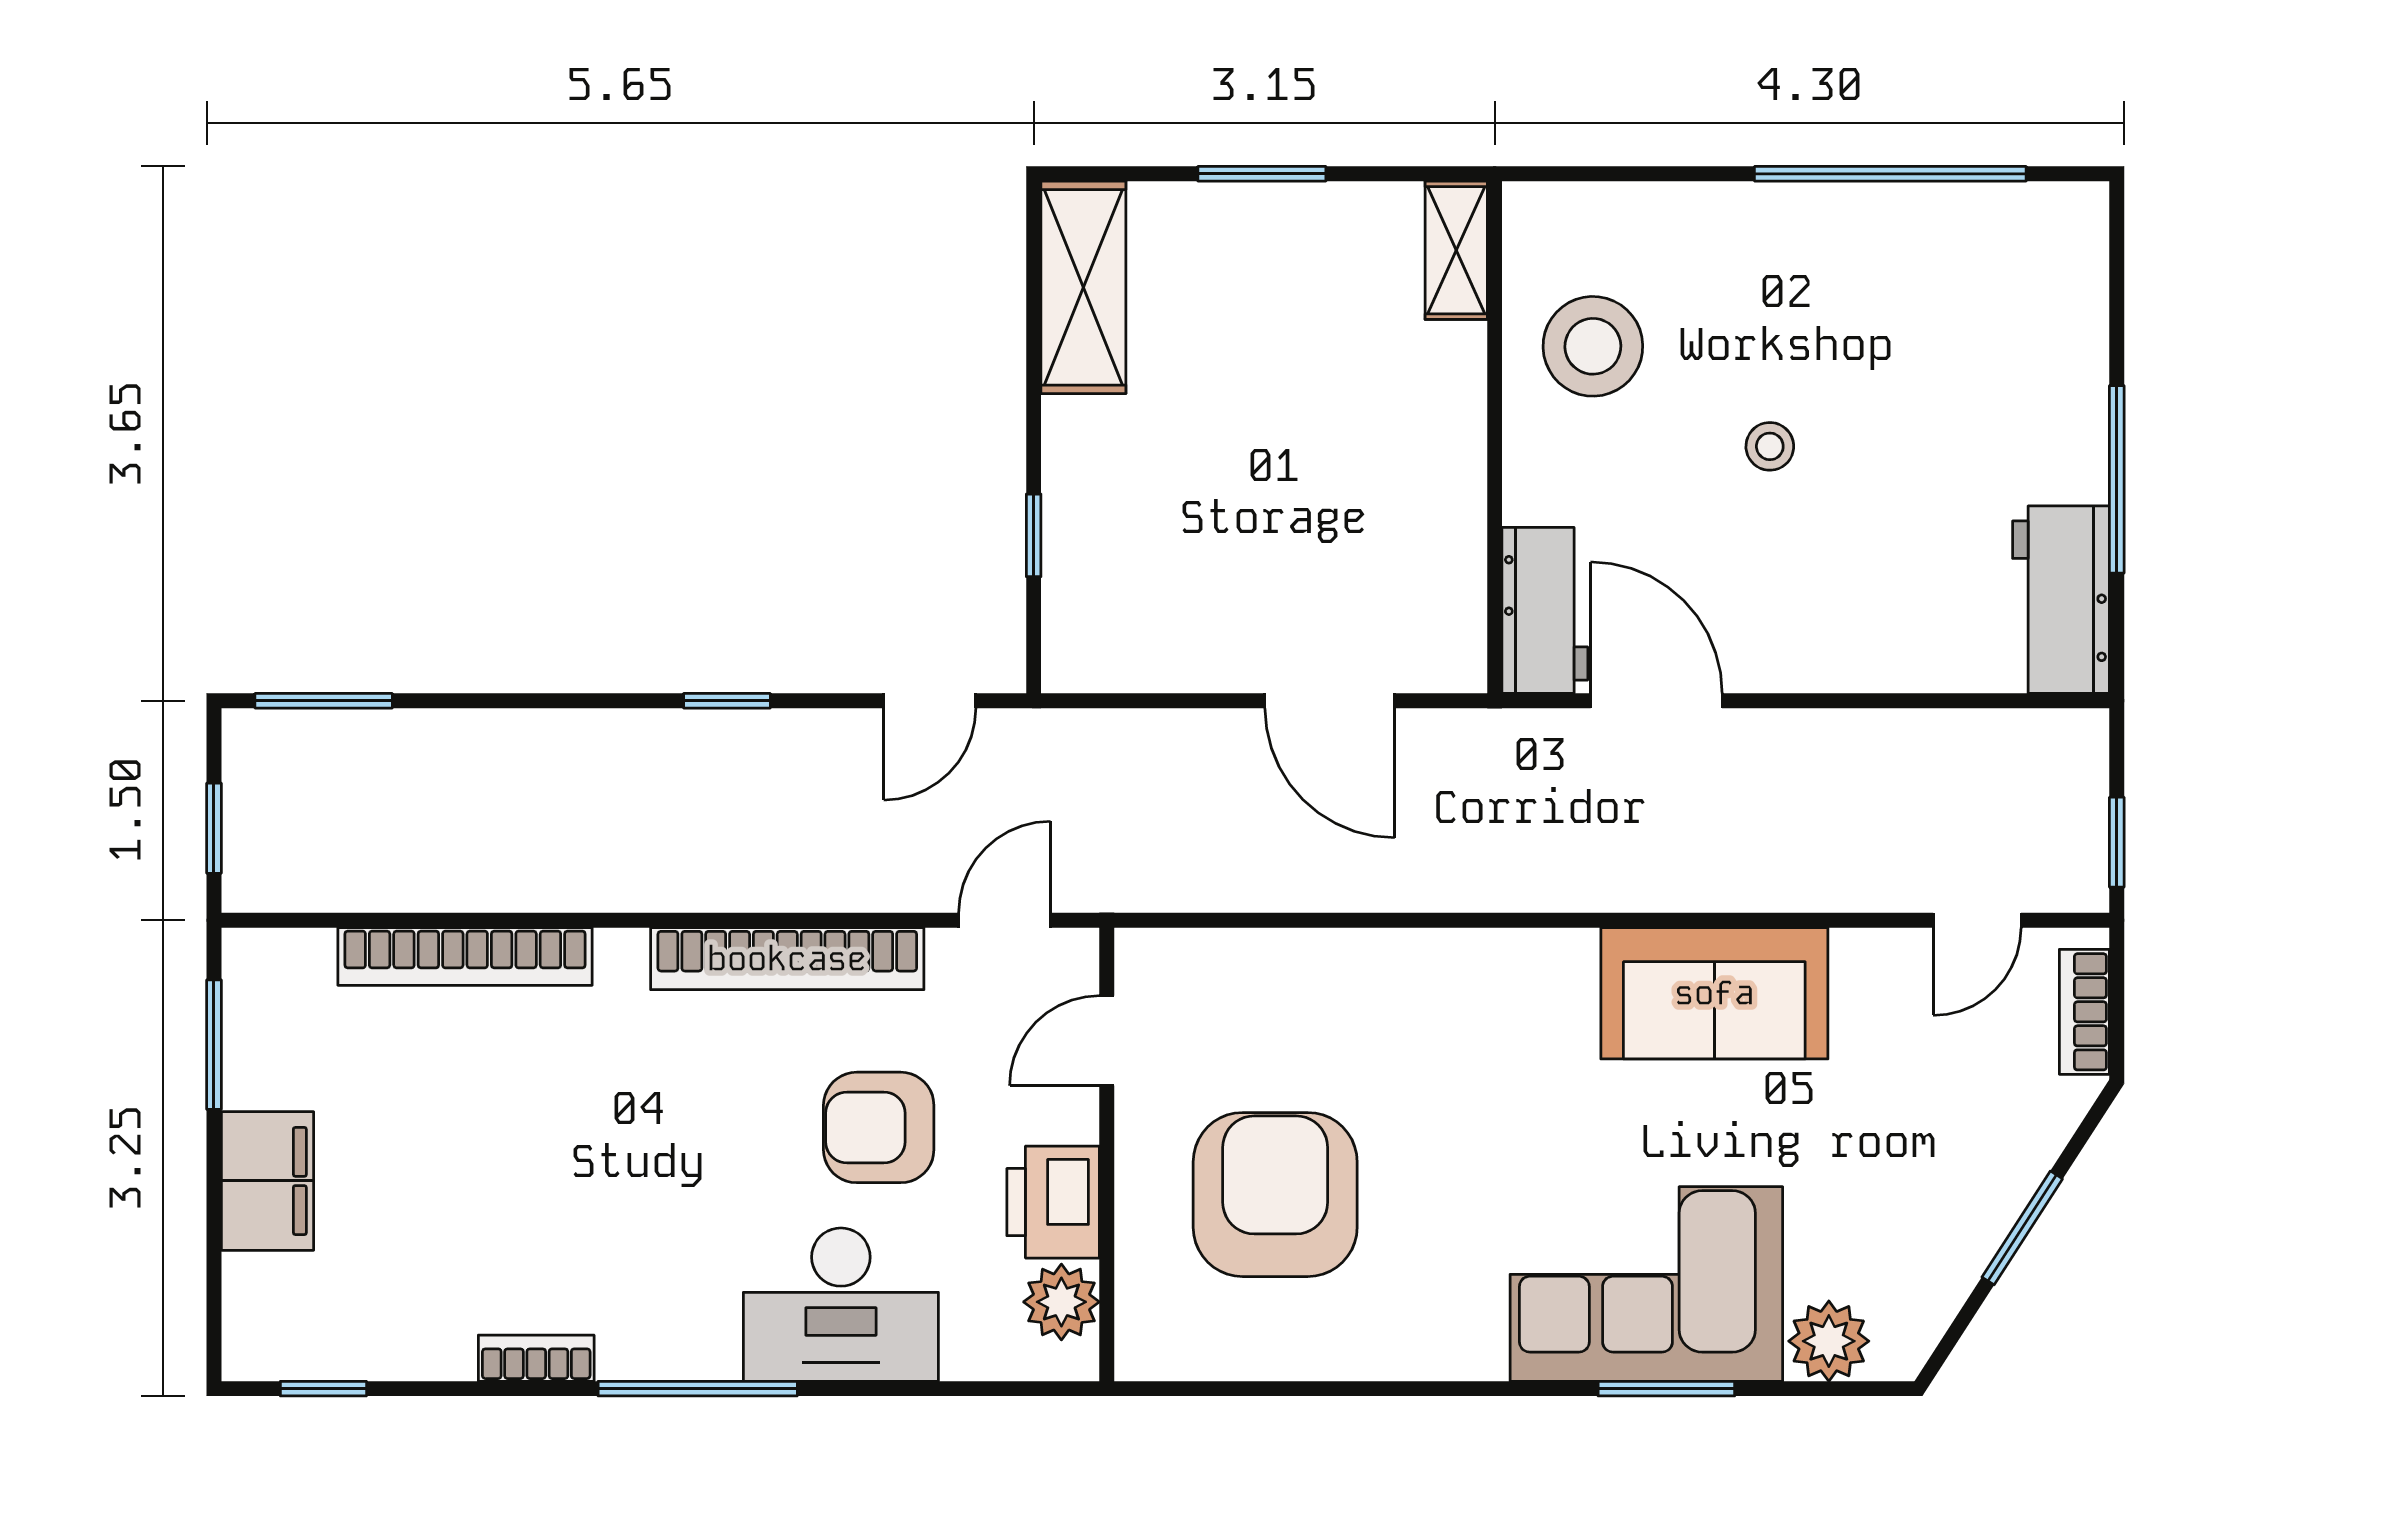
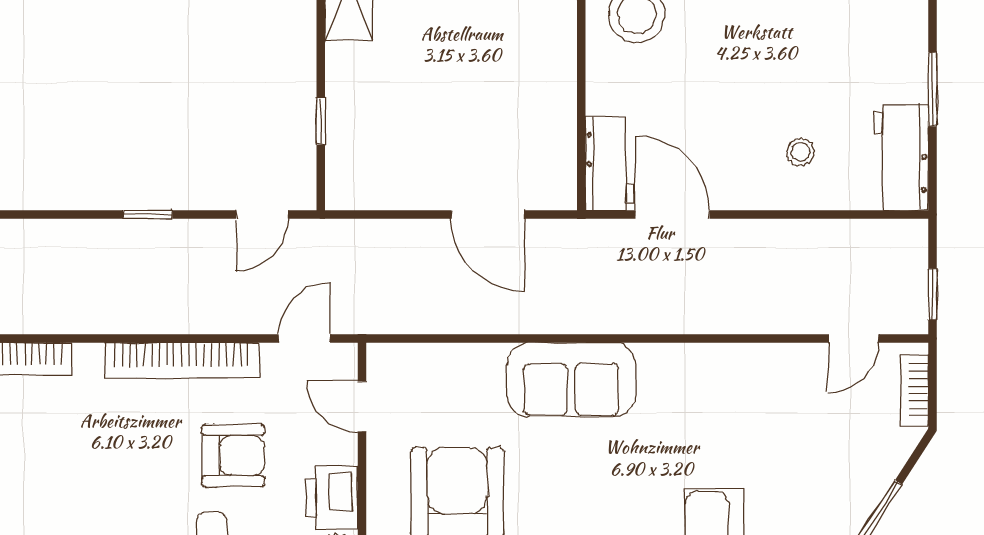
stool: (1770, 446) -> (800, 152), moved
window: (2117, 479) -> (933, 89), width x0.69
sofa: (1714, 993) -> (571, 380), moved
door: (1107, 1041) -> (362, 406), hinge flipped
armchair: (879, 1127) -> (233, 456), turned 180

